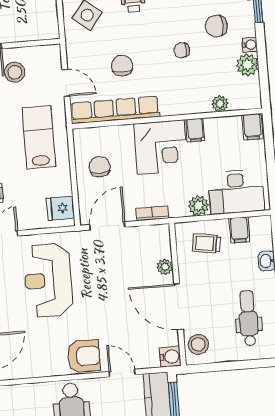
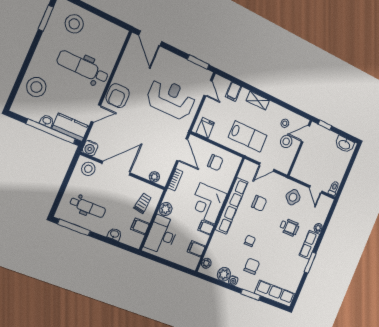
plant: (220, 104) -> (206, 263), moved
row of seats: (115, 110) -> (232, 206), moved
filing cabinet: (252, 127) -> (196, 249), moved
plant: (165, 267) -> (154, 177), moved

